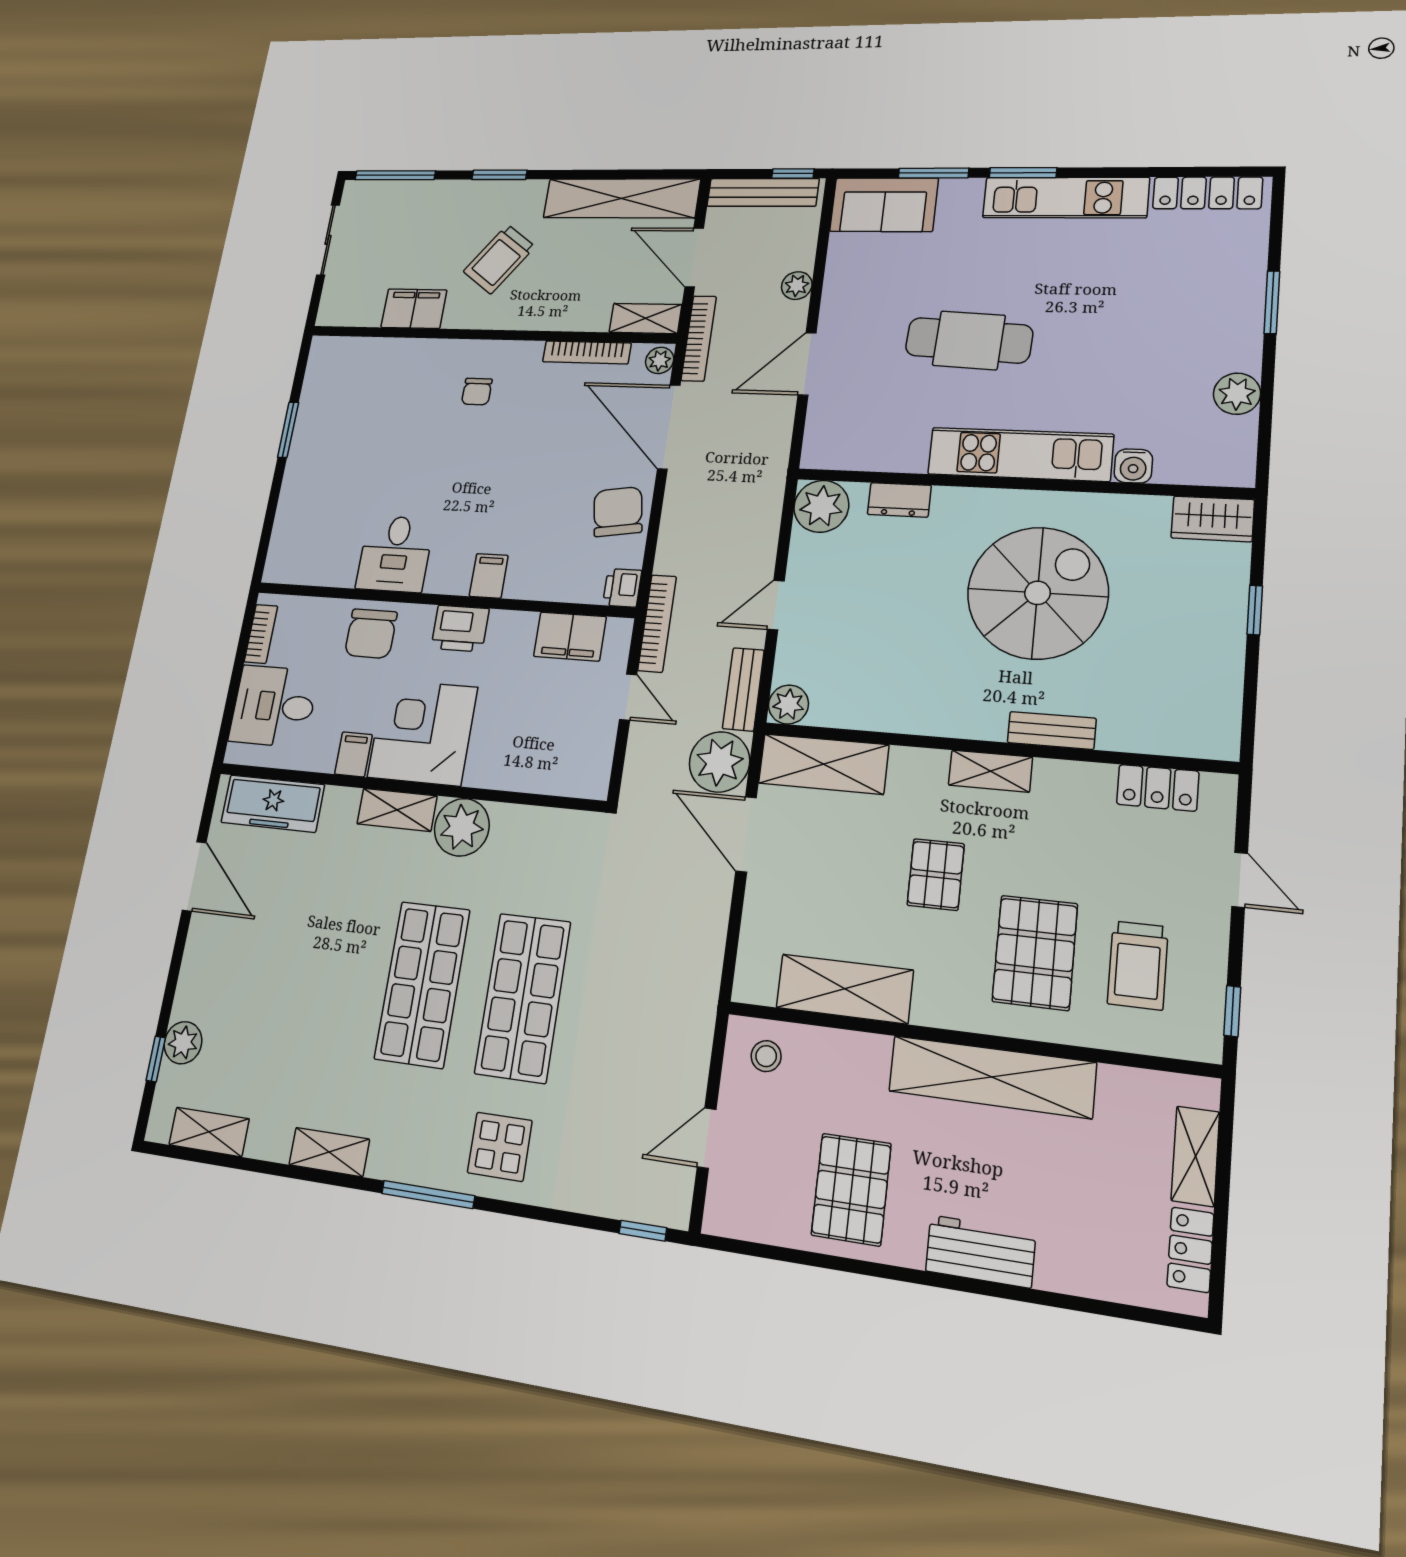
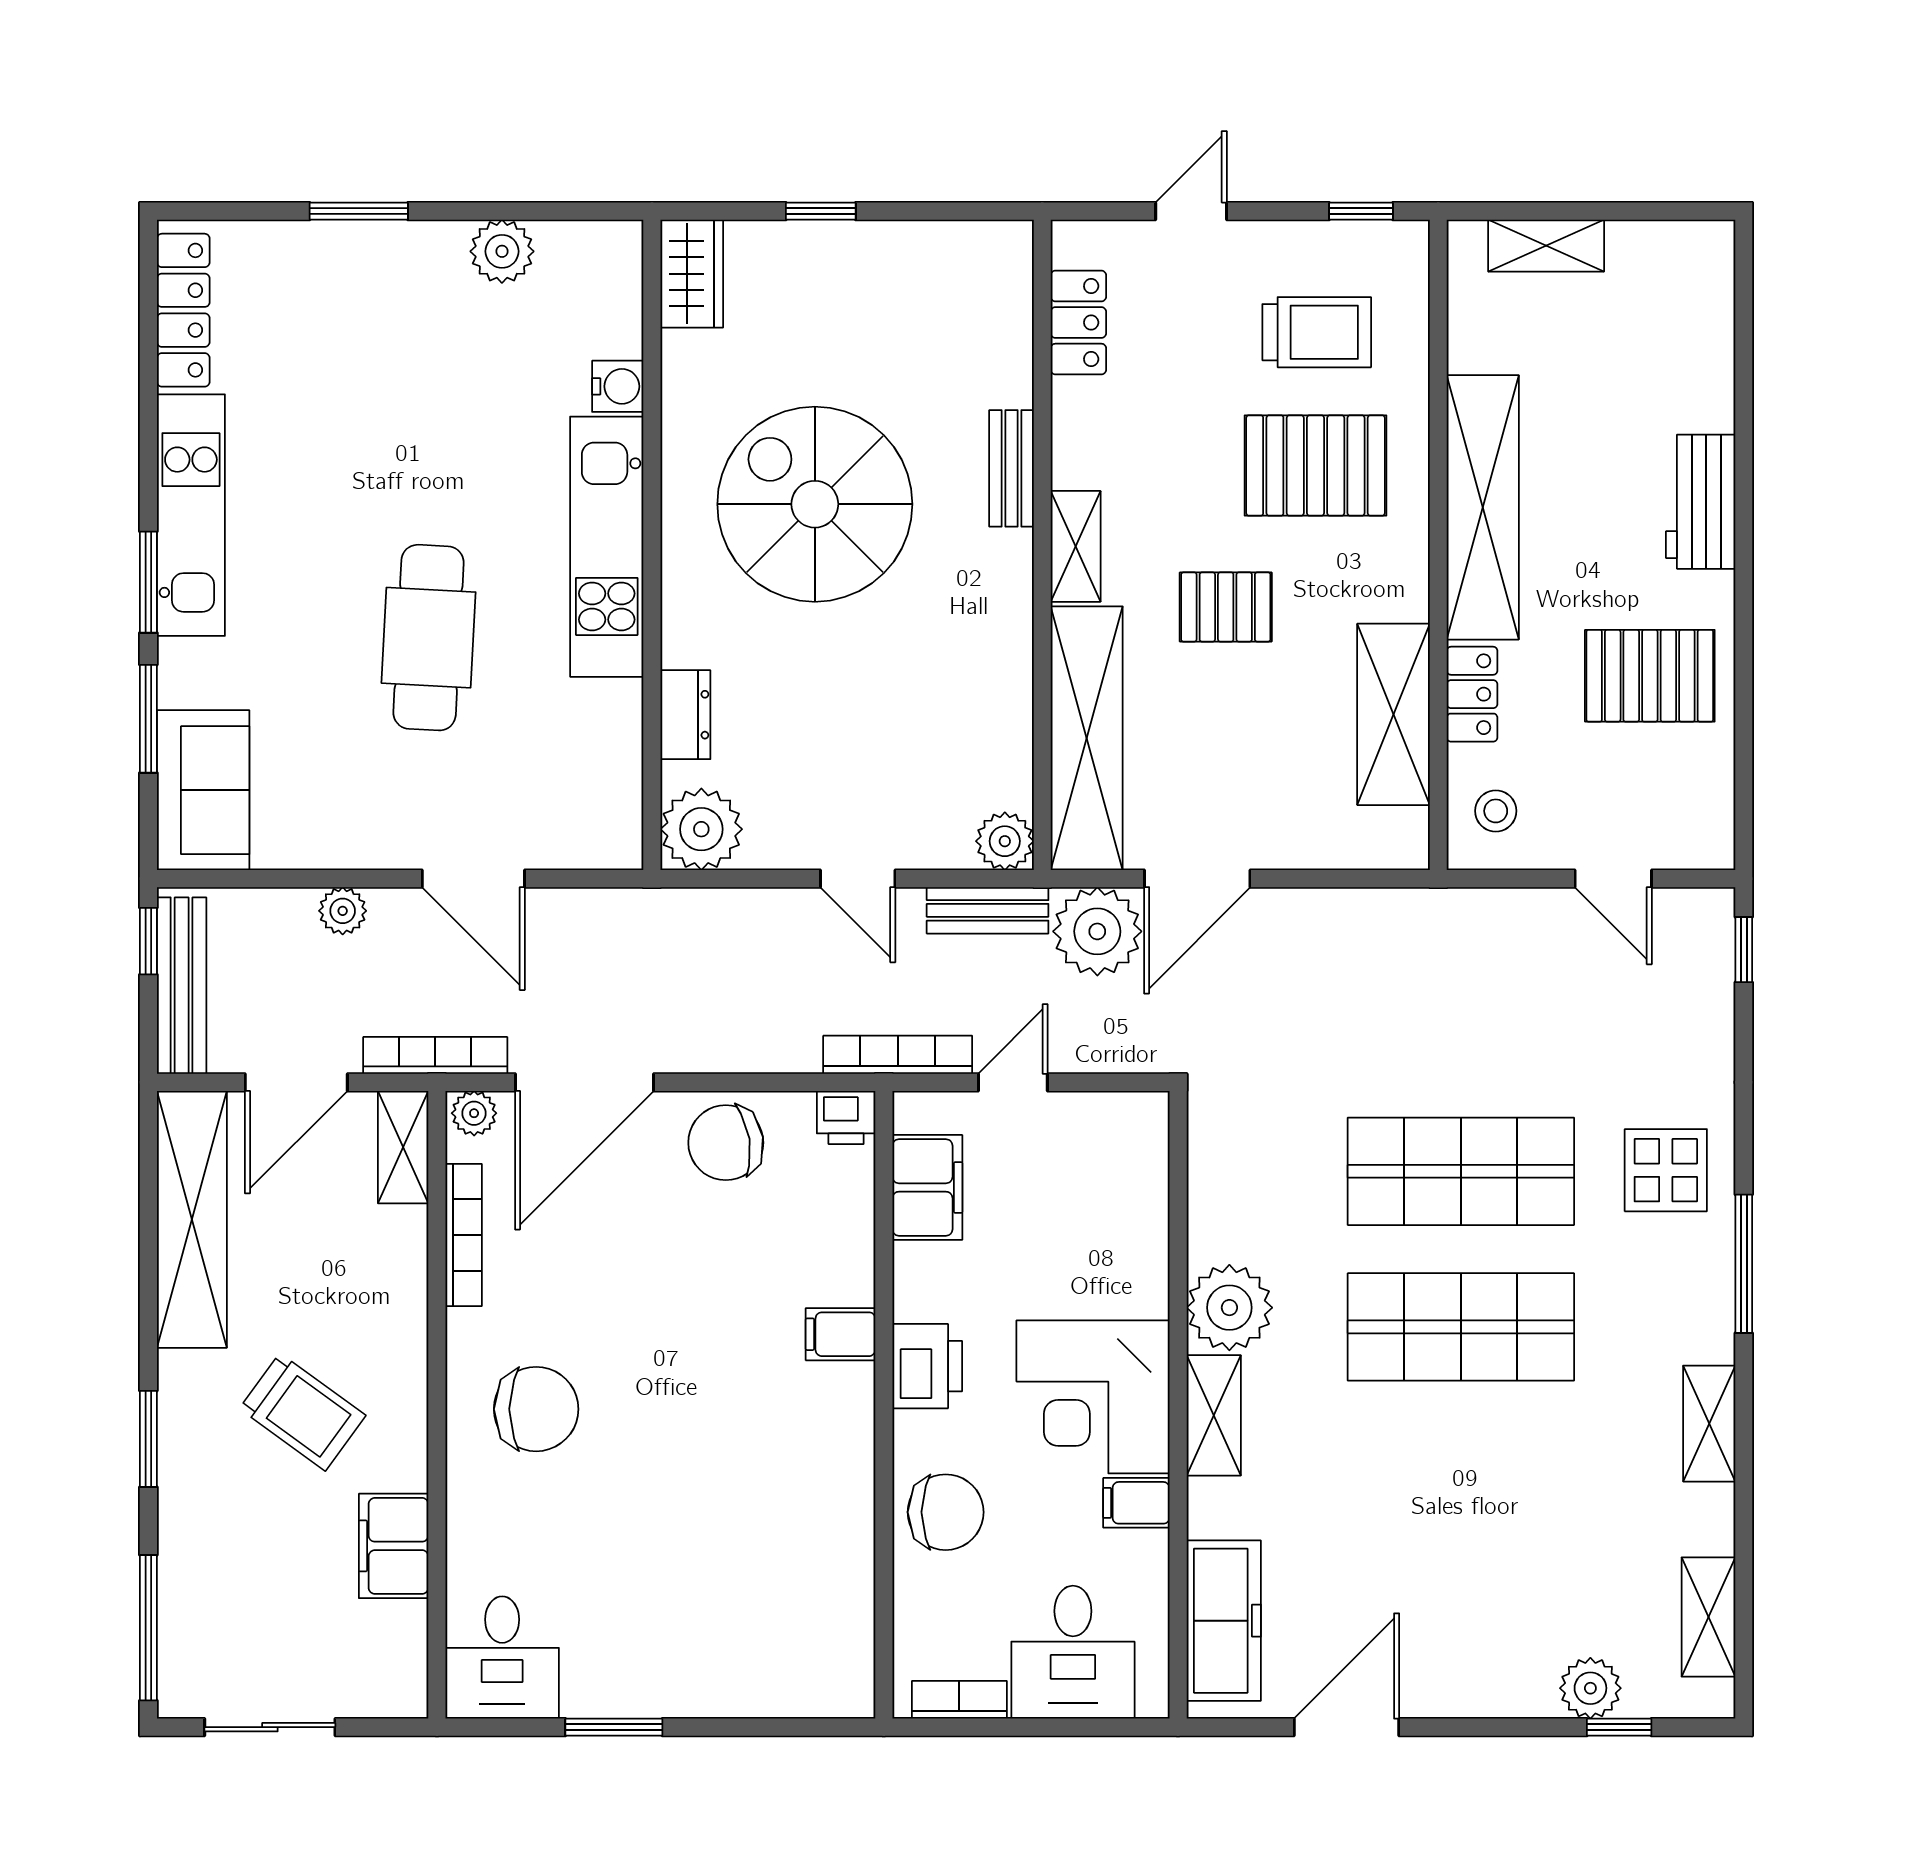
chair: (477, 392) -> (536, 1409), width x1.87, depth x1.87
desk: (395, 554) -> (502, 1658), moved, turned 90
shelving: (823, 764) -> (1087, 738), width x1.47
locker: (1190, 1250) -> (1472, 694), moved, turned -90

